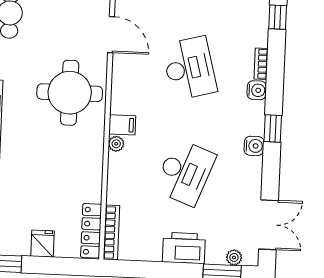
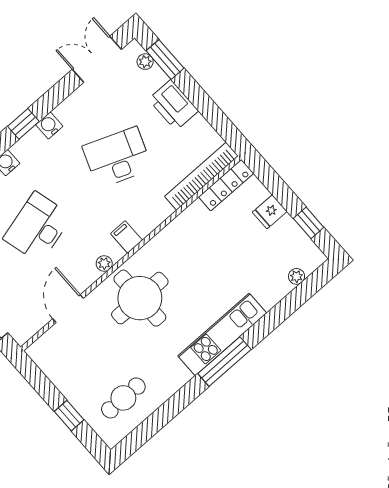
plant: (116, 144) -> (104, 264), moved
bookcase: (112, 233) -> (201, 176), width x1.48, depth x1.31

